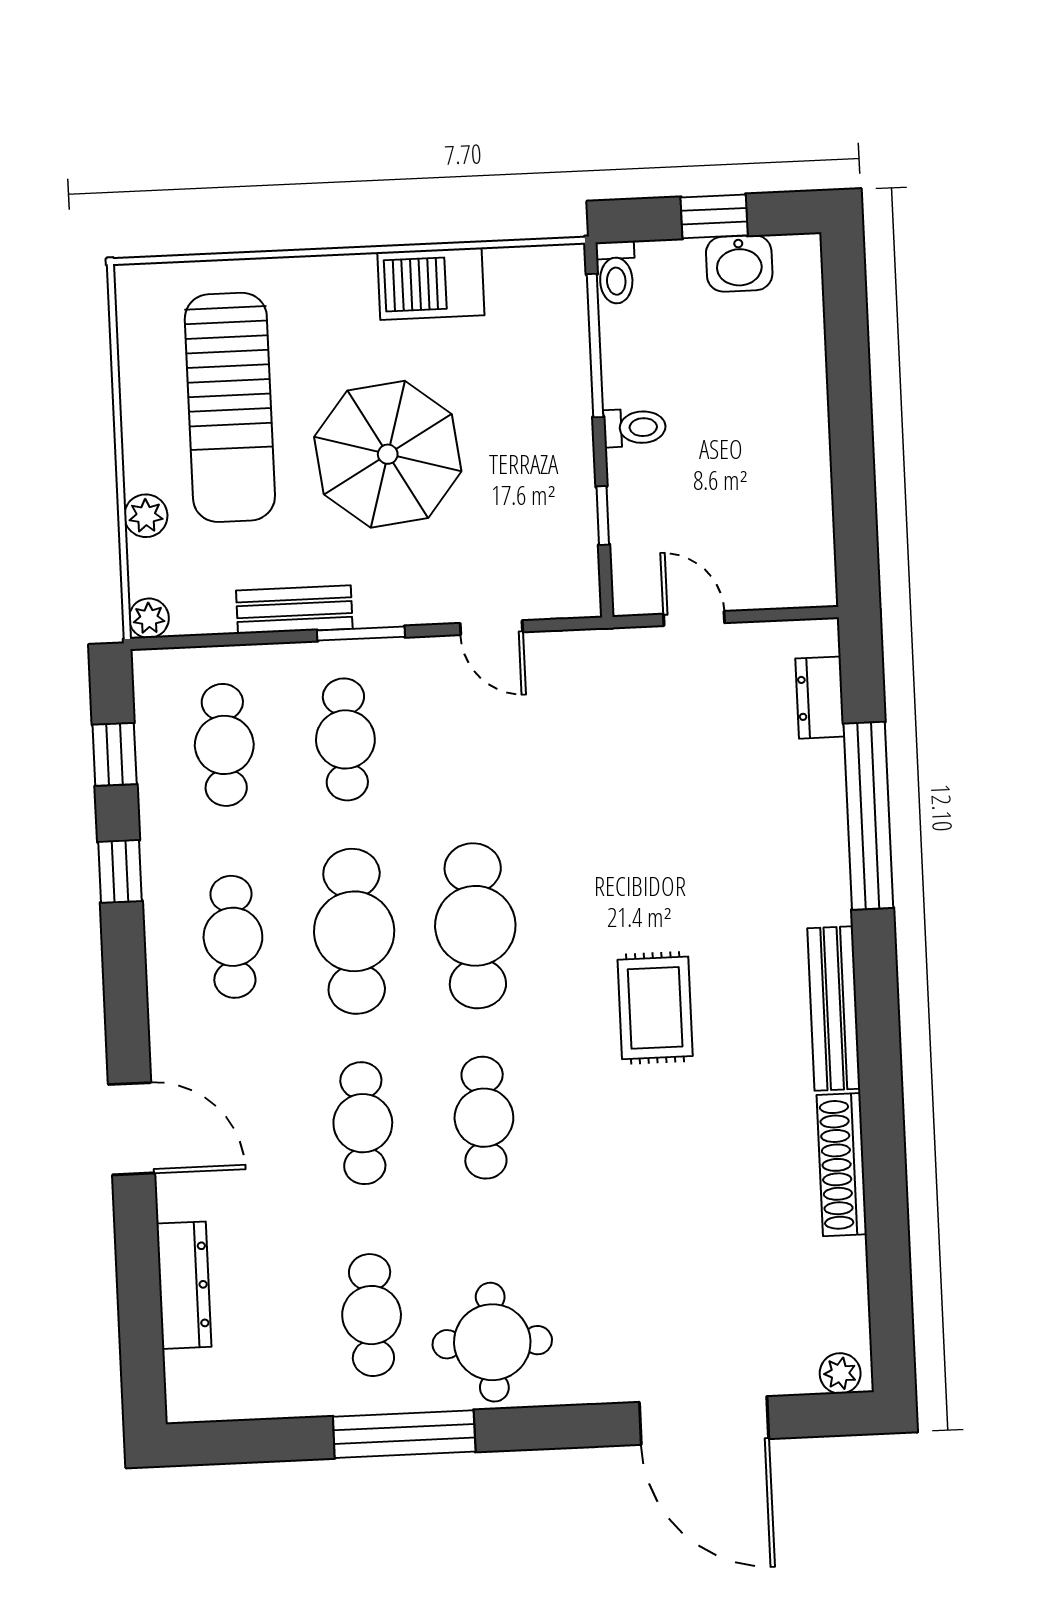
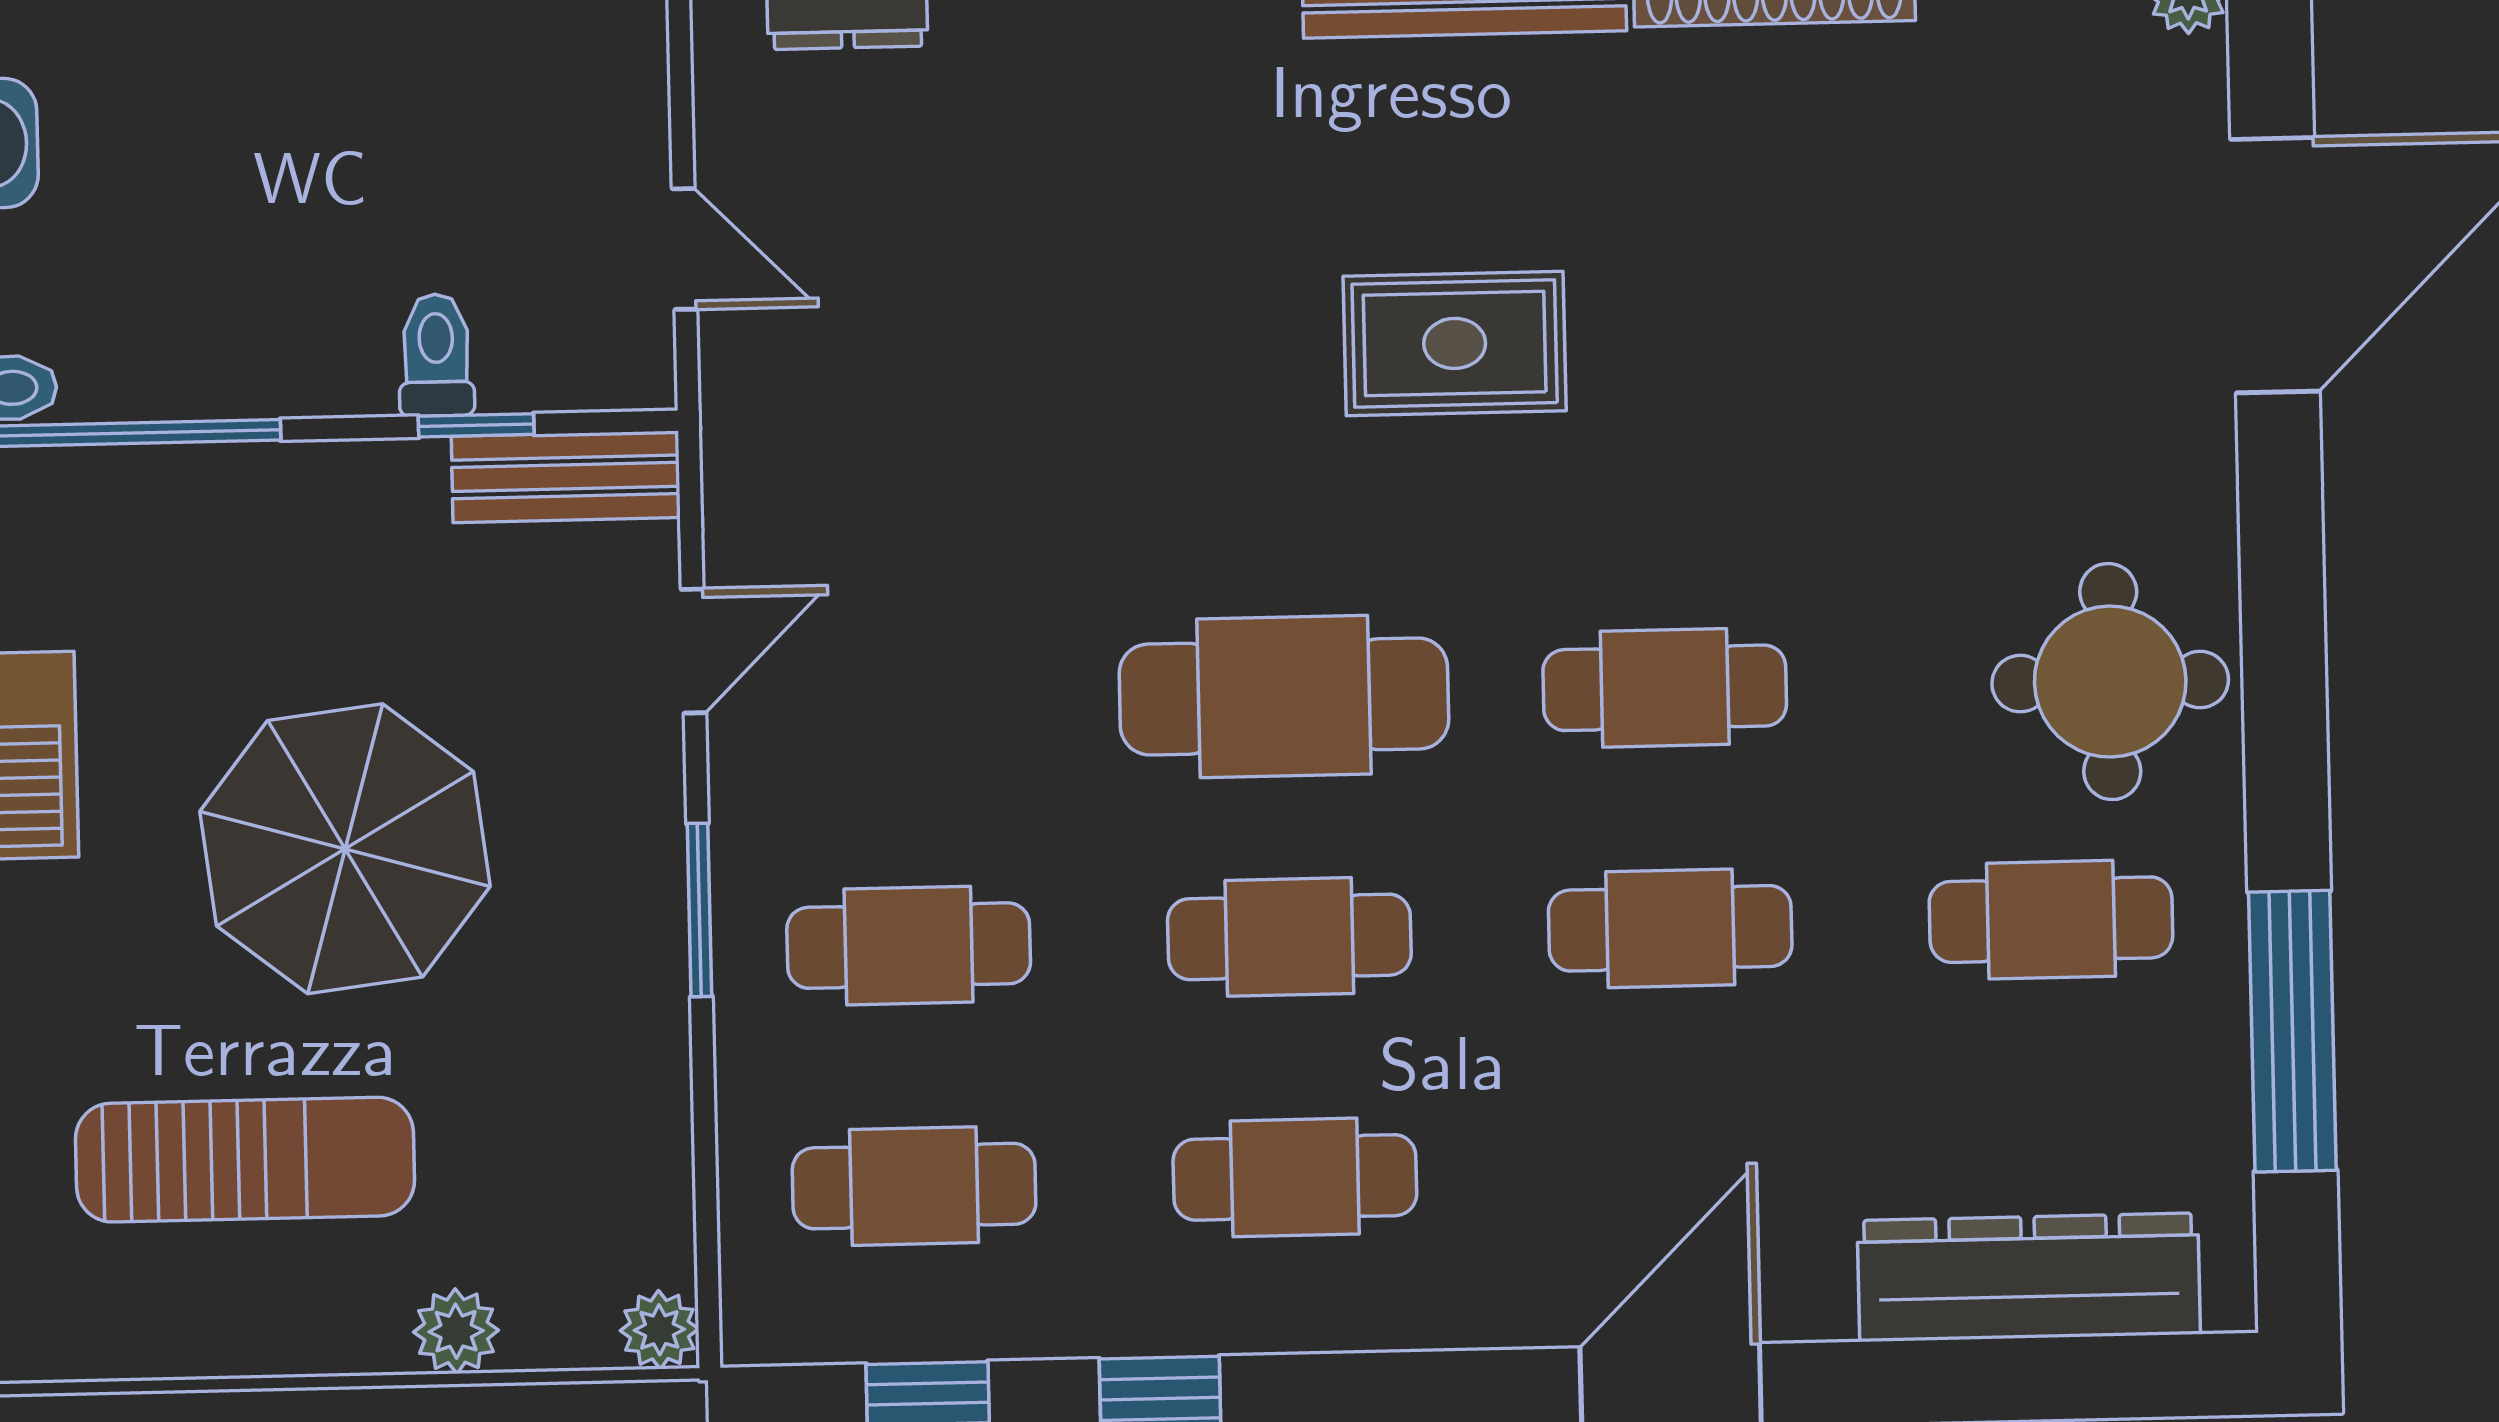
sun lounger: (230, 407) -> (245, 1160), width x0.73, depth x0.75
toilet: (635, 428) -> (436, 355), moved
bench: (294, 610) -> (566, 477), moved, turned 90
door: (694, 618) -> (684, 249), swing flipped
cafe table: (354, 931) -> (1289, 937), width x0.73, depth x0.74
dresser: (184, 1285) -> (2029, 1277), width x1.37, depth x1.24
window: (404, 1434) -> (2292, 1031), moved

